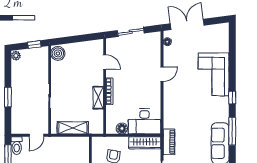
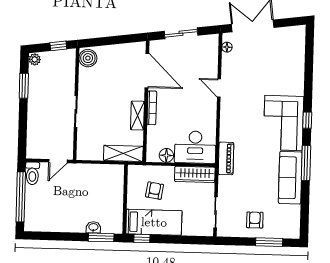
door: (105, 62) -> (147, 71), width x1.87
door: (162, 74) -> (219, 88), swing flipped
corner sofa: (214, 74) -> (284, 123), moved
window: (8, 97) -> (24, 86), moved
shelving: (73, 128) -> (123, 153), moved
piano: (169, 142) -> (226, 158), moved

